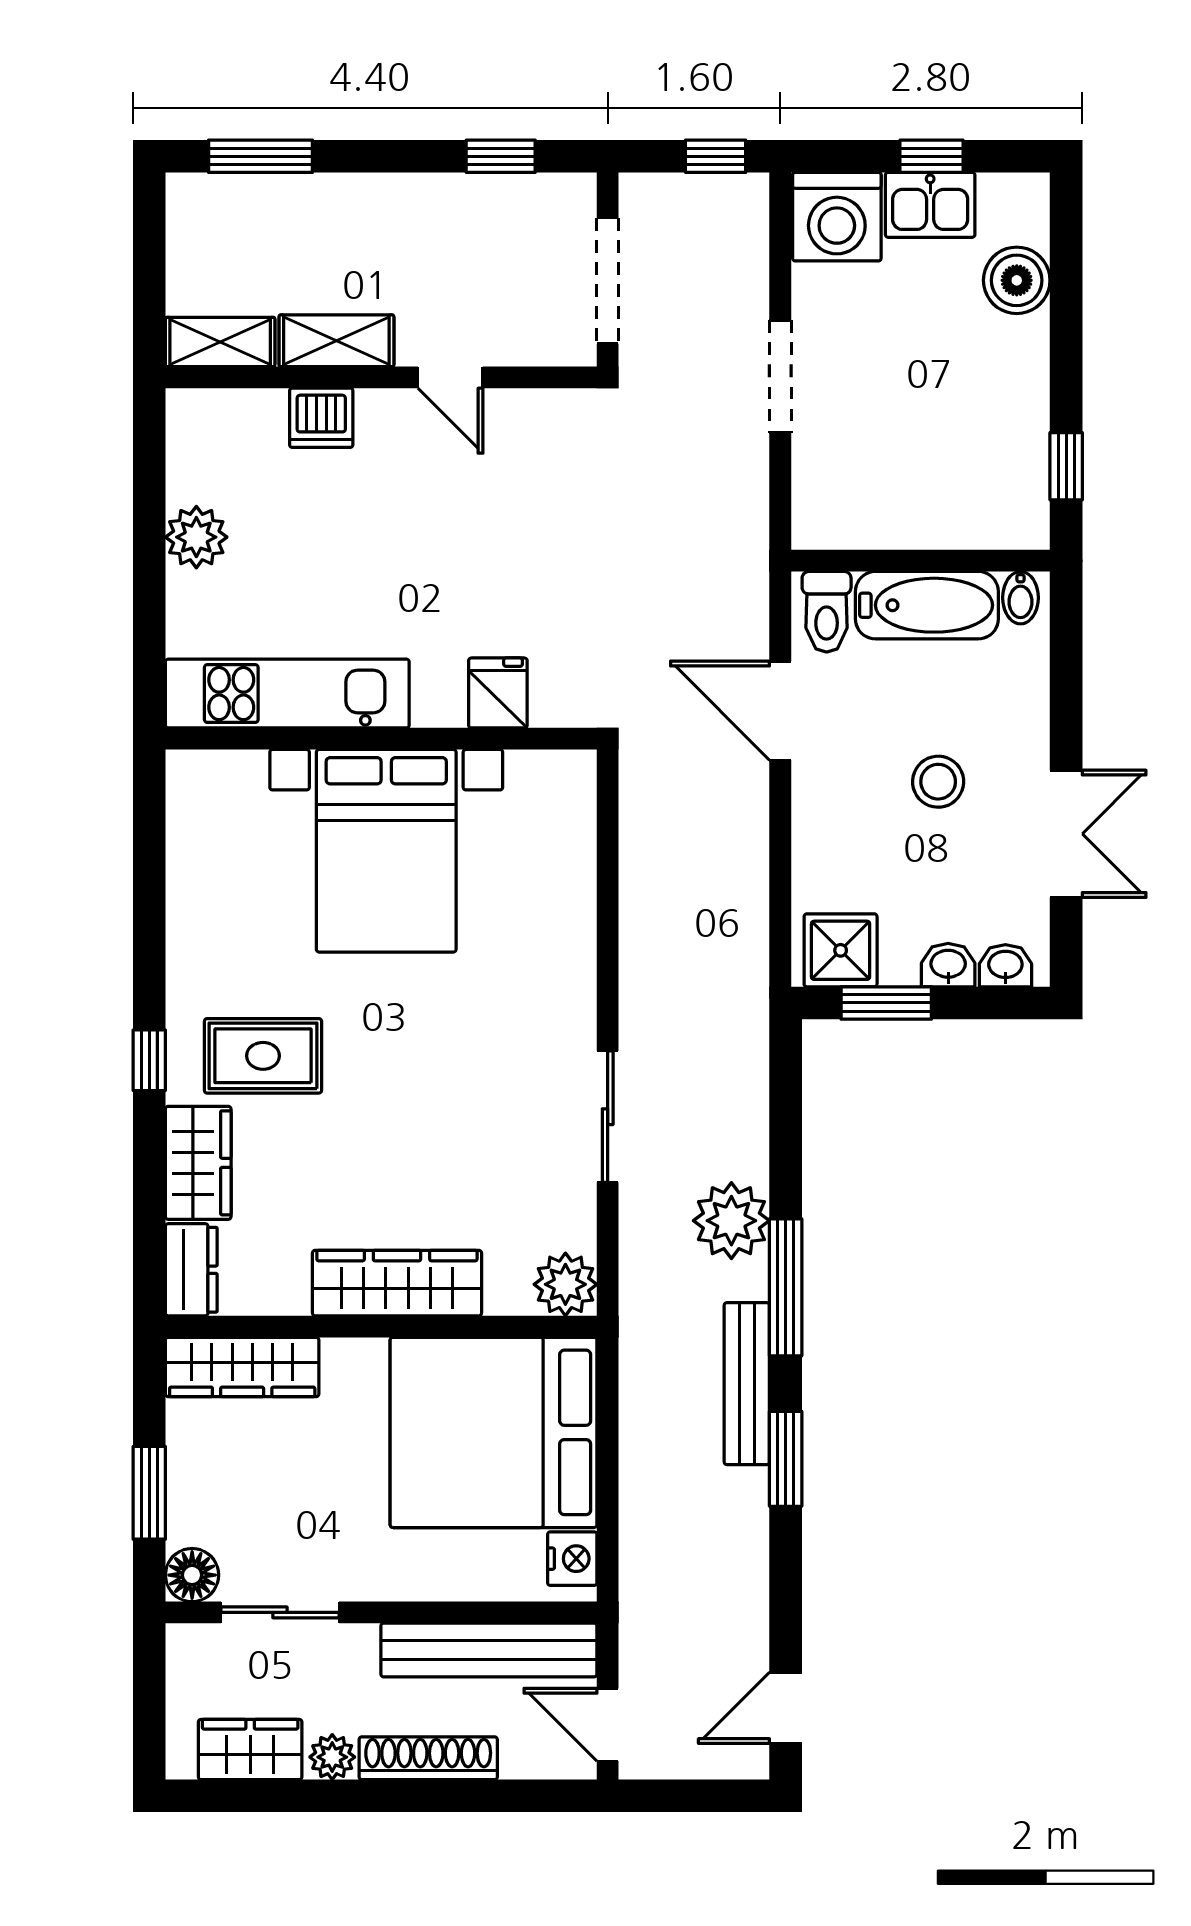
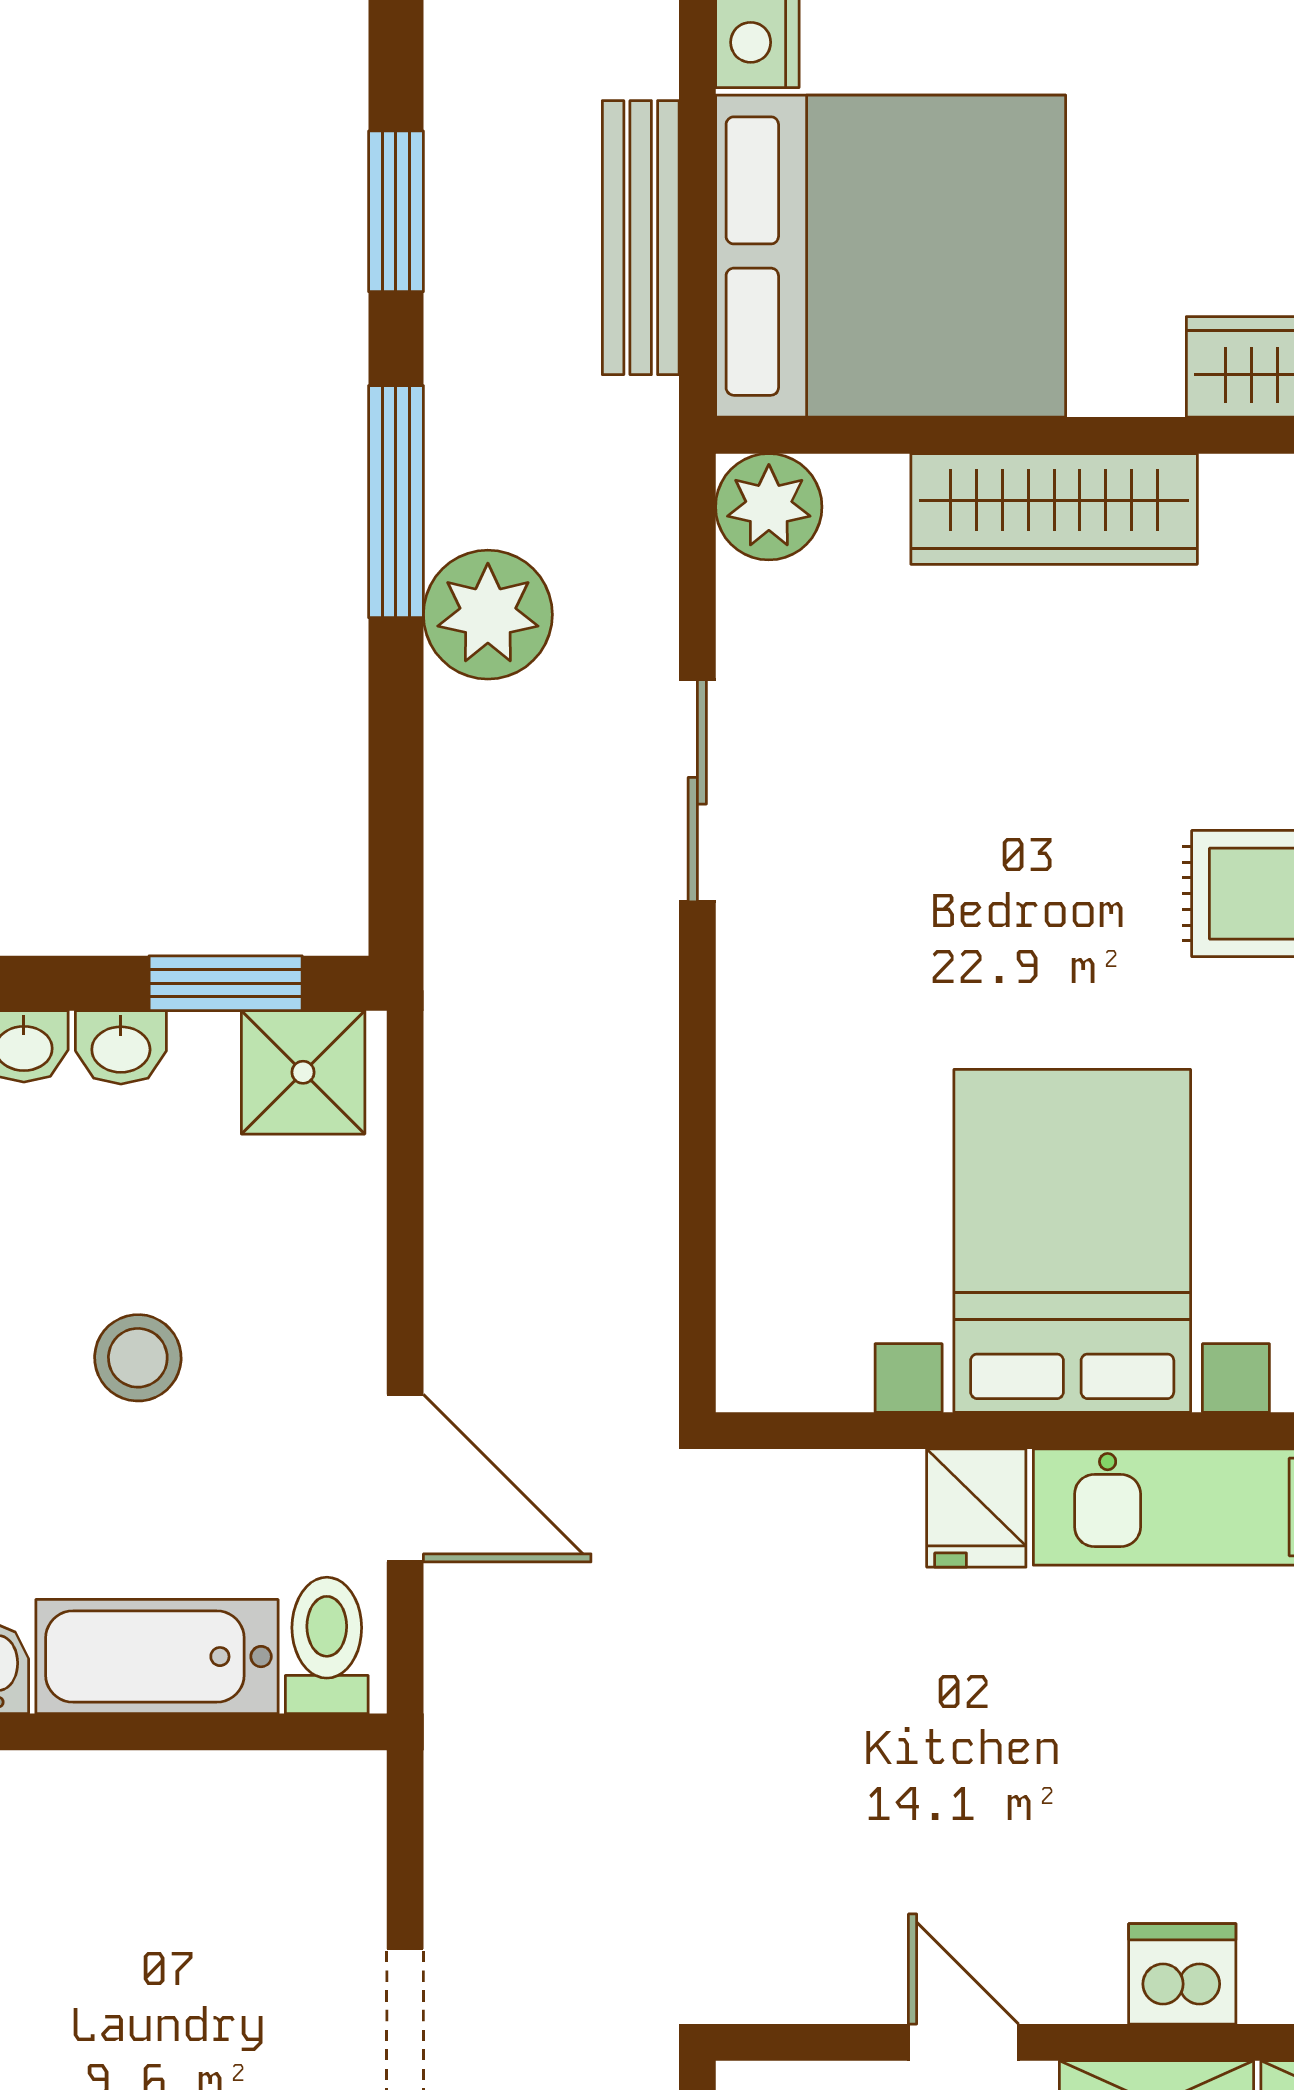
fridge: (498, 693) -> (976, 1508), moved
bench: (747, 1384) -> (641, 238), moved

